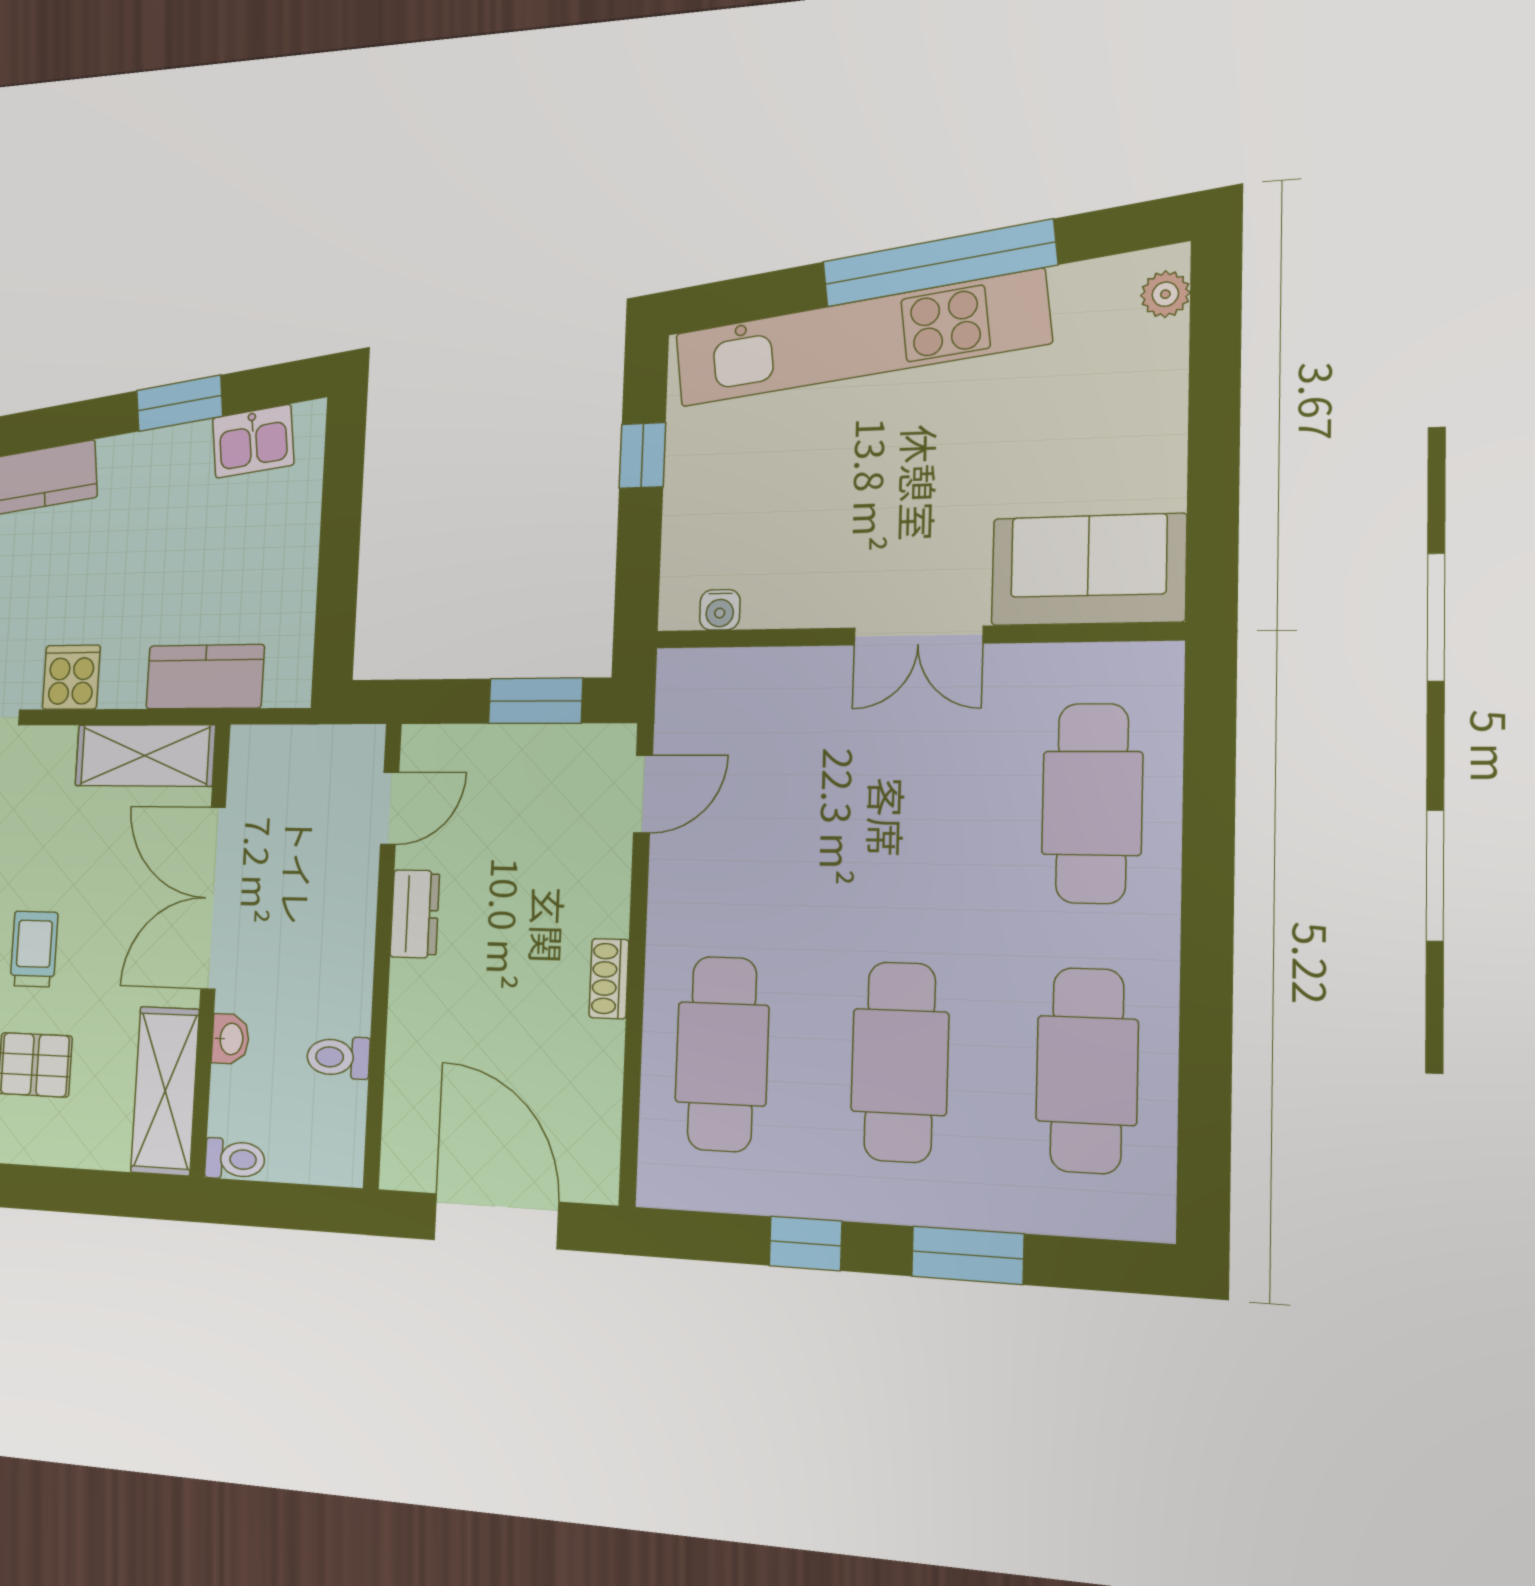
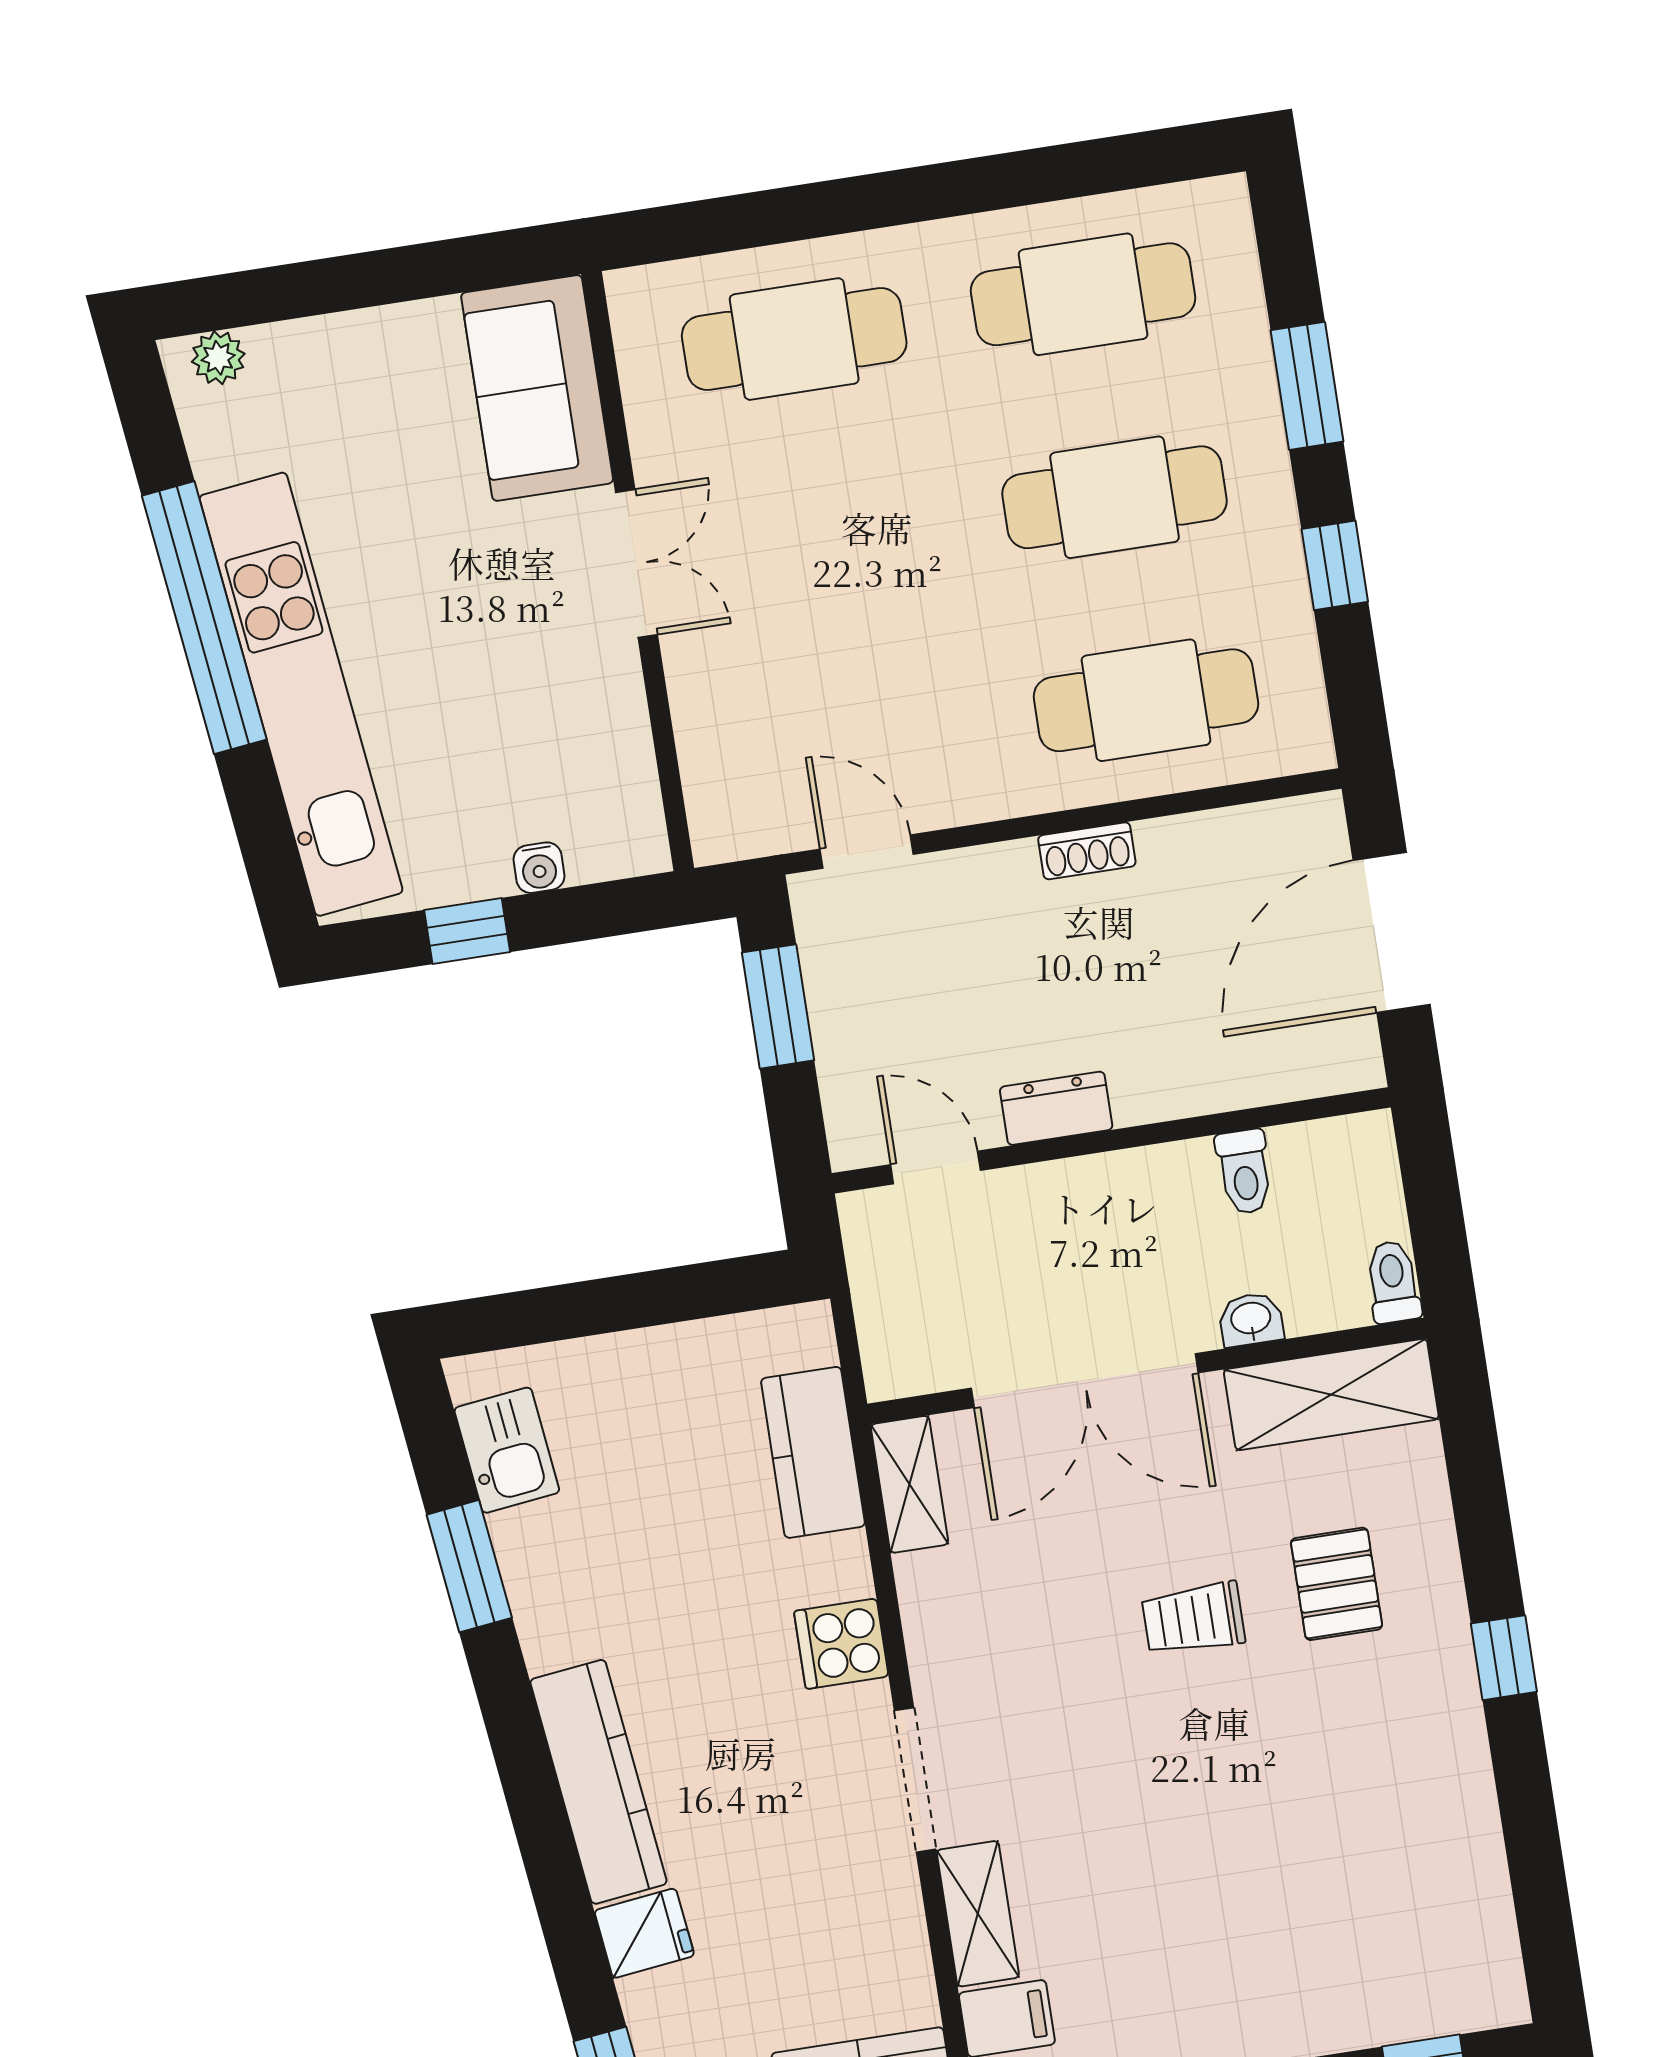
water cooler: (720, 610) -> (539, 868), moved, turned 90
shelving: (145, 755) -> (910, 1484), width x0.67, depth x0.75

